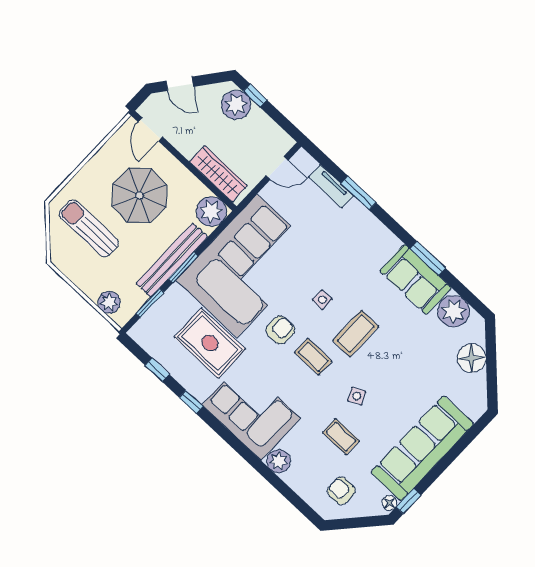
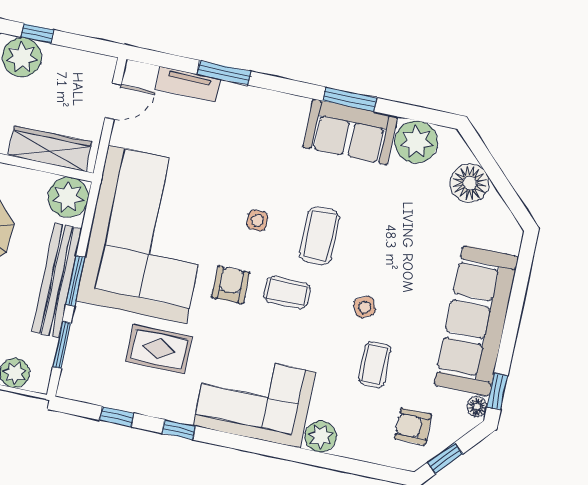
rug: (210, 343) -> (159, 349), width x0.73, depth x0.70
coffee table: (341, 437) -> (375, 365), turned 90
window: (349, 523) -> (445, 458), added

